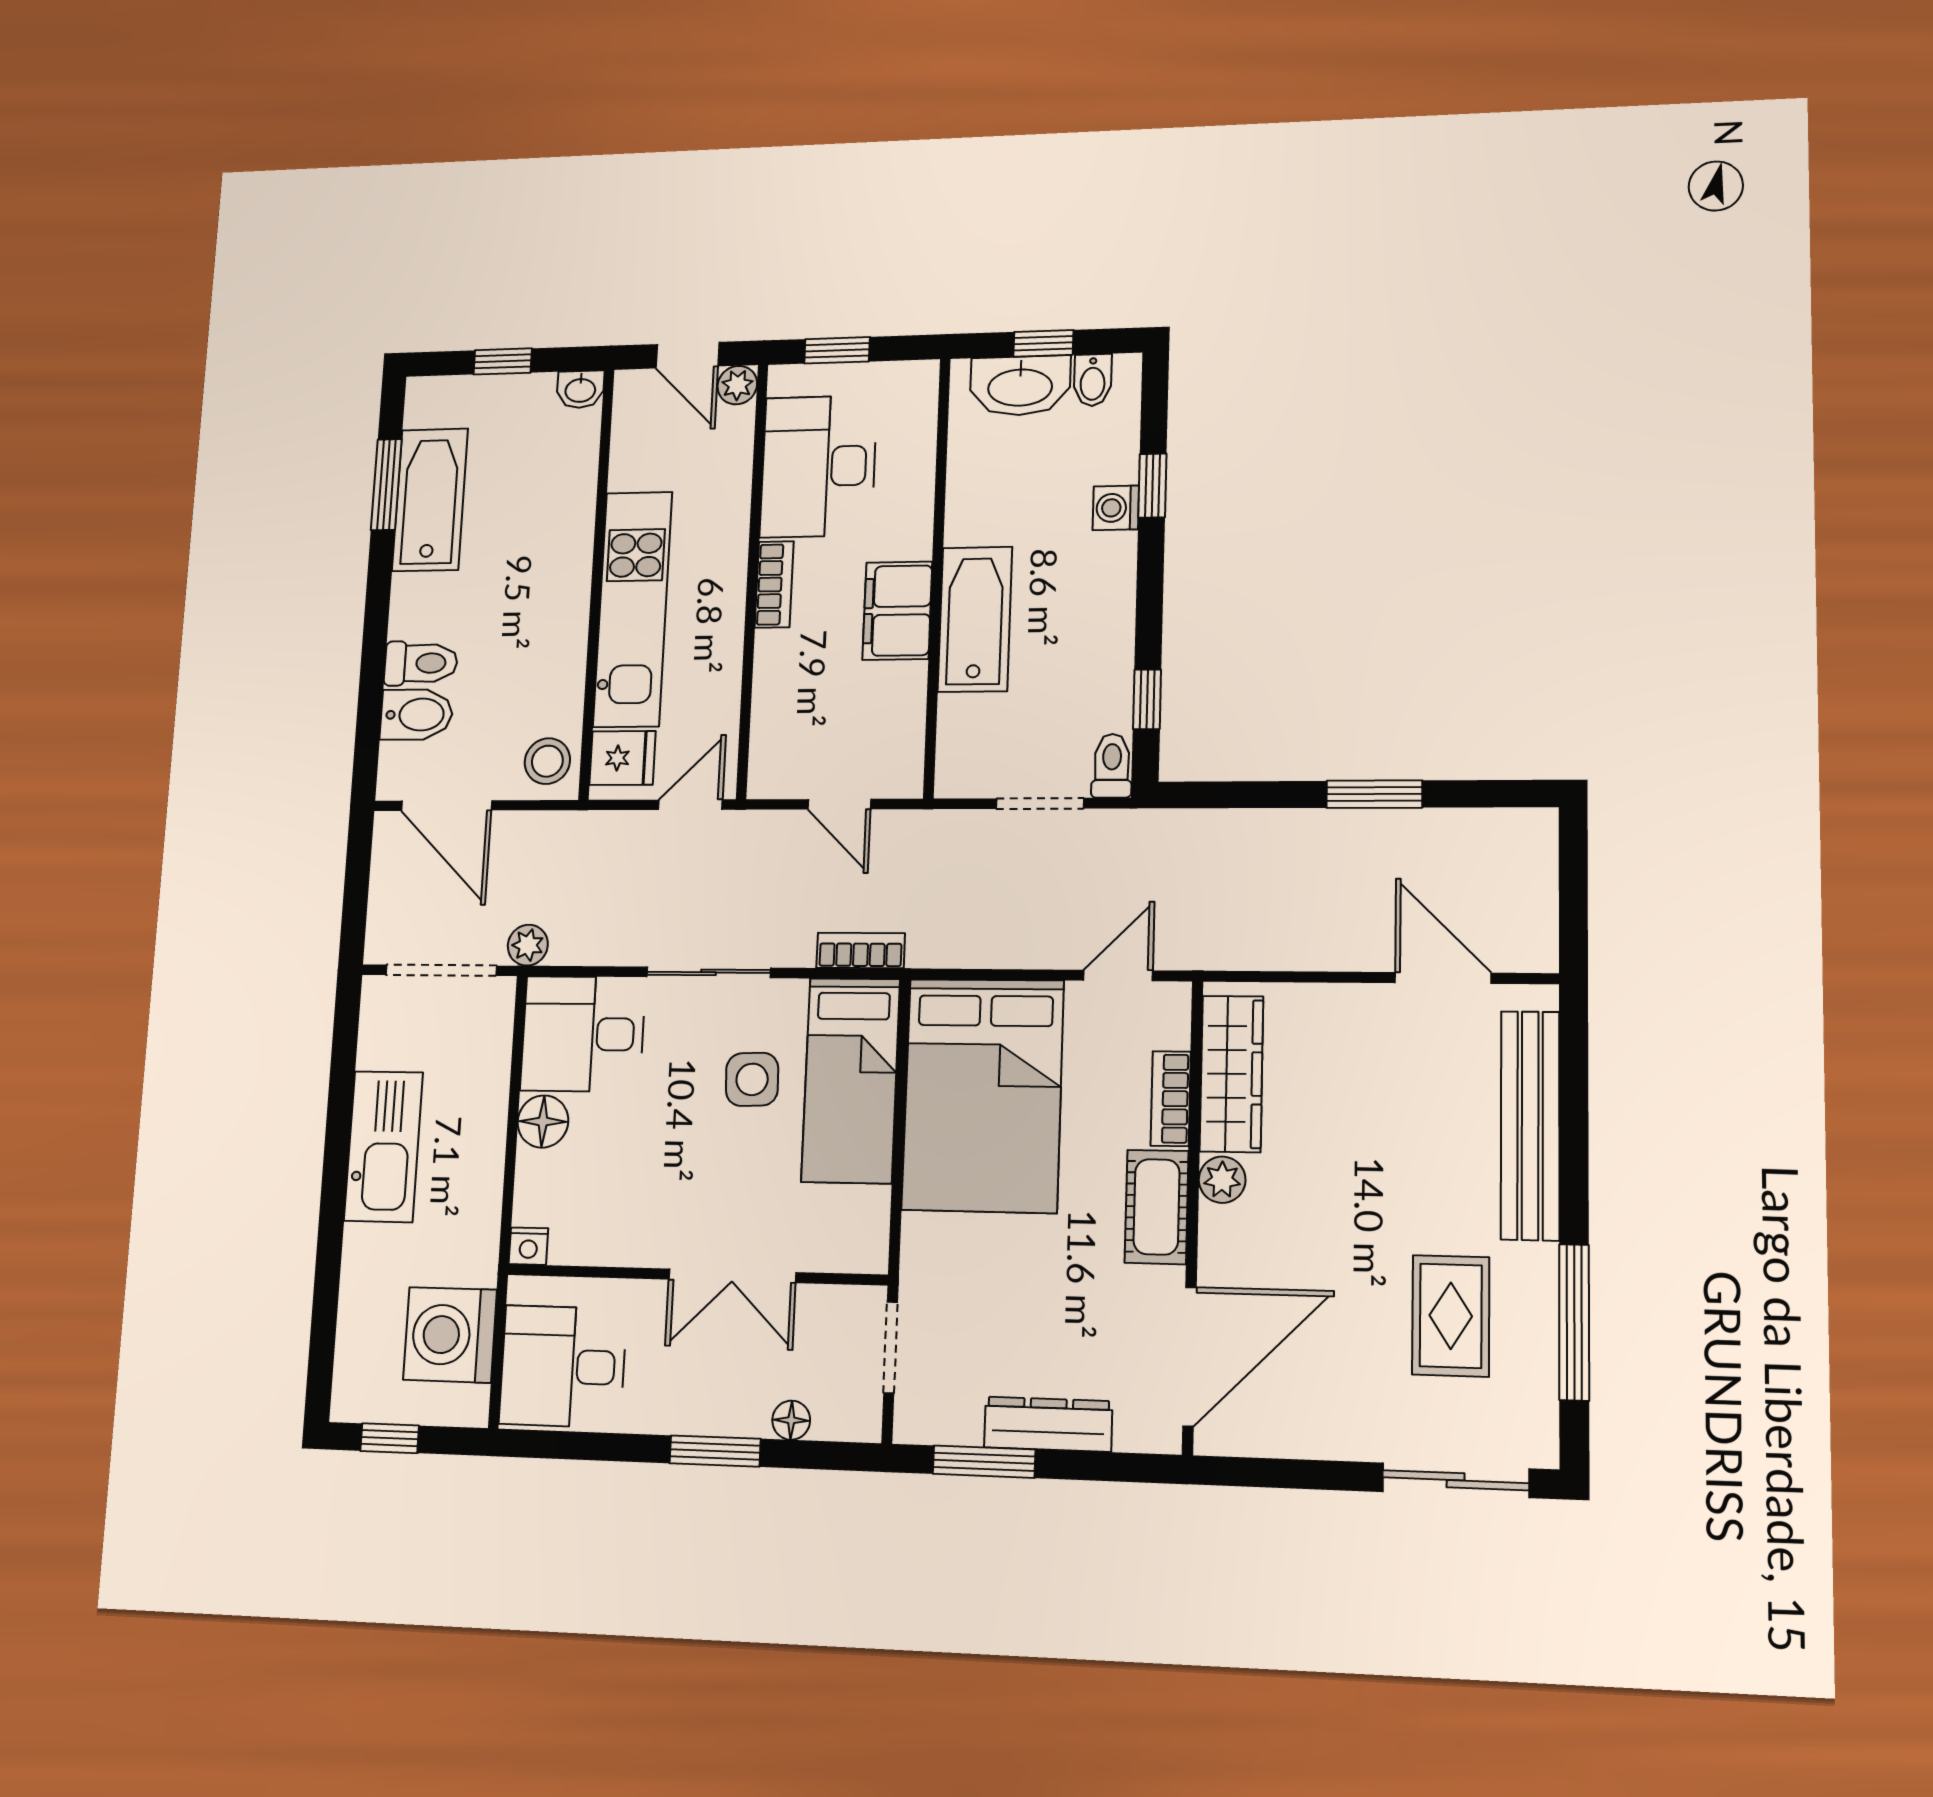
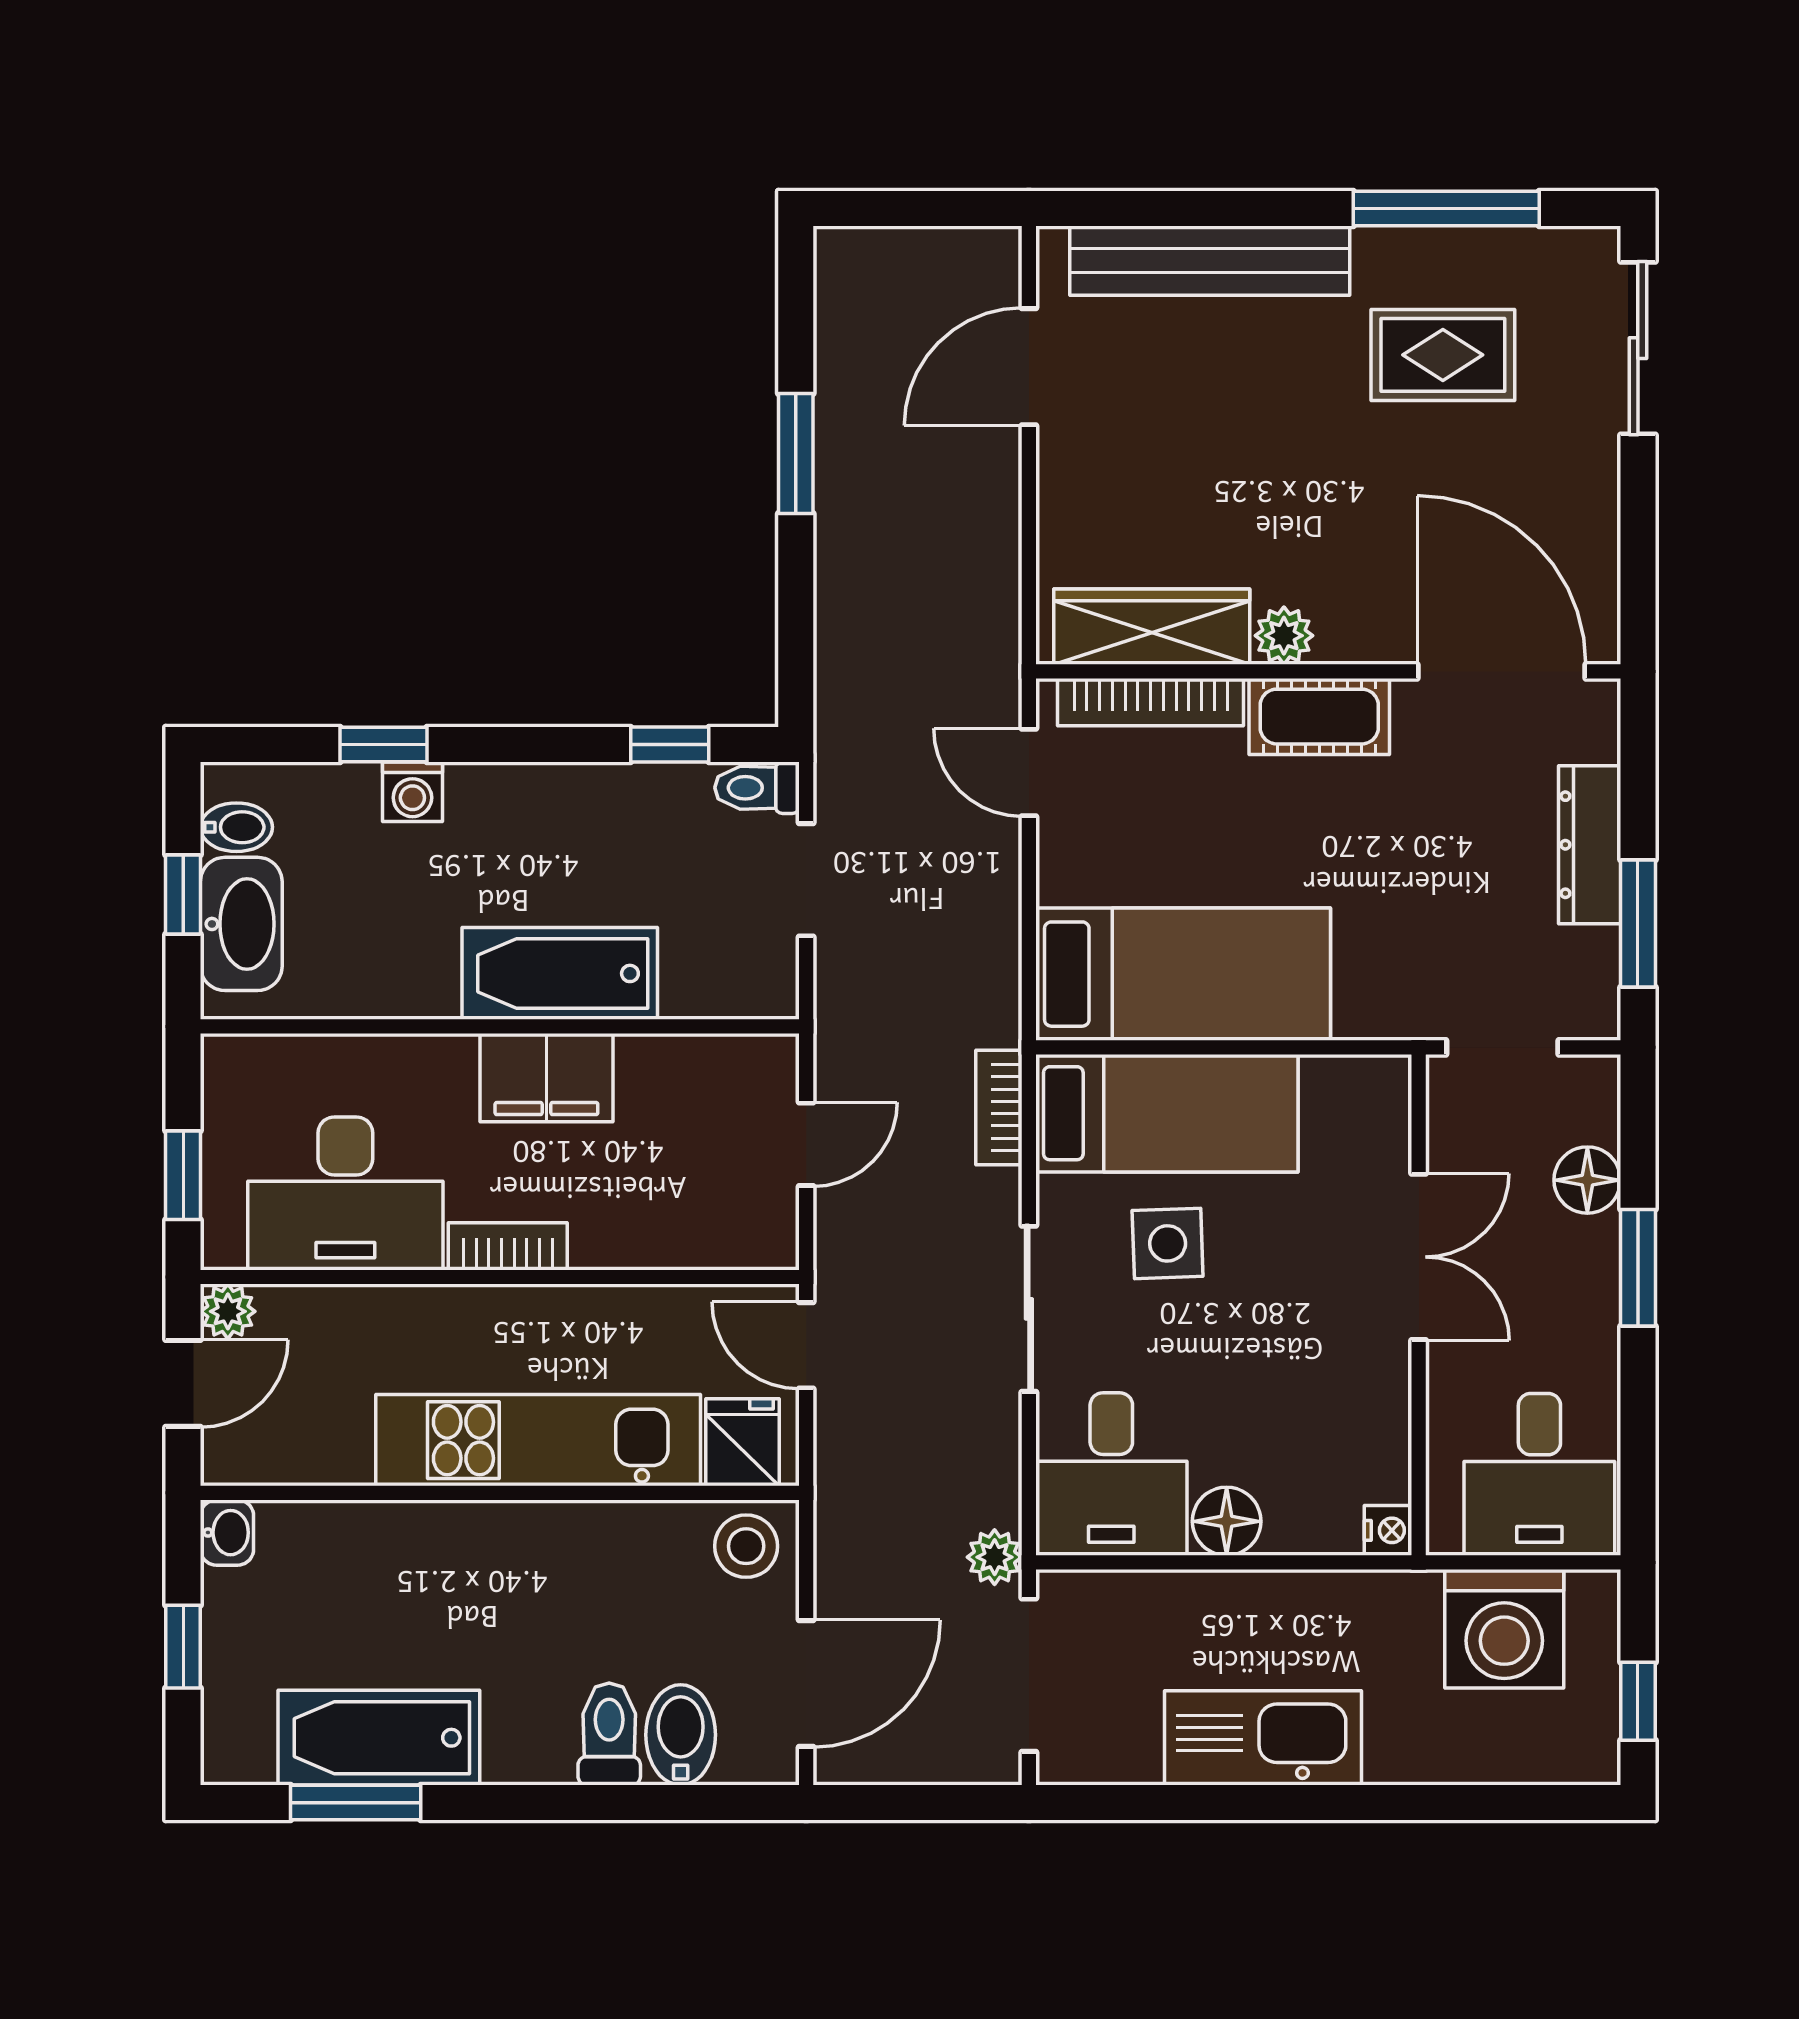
bed: (983, 1095) -> (1183, 974), width x0.67
bookcase: (1171, 1099) -> (1151, 702), width x1.56
floor lamp: (791, 1420) -> (1587, 1180), width x1.37, depth x1.37

